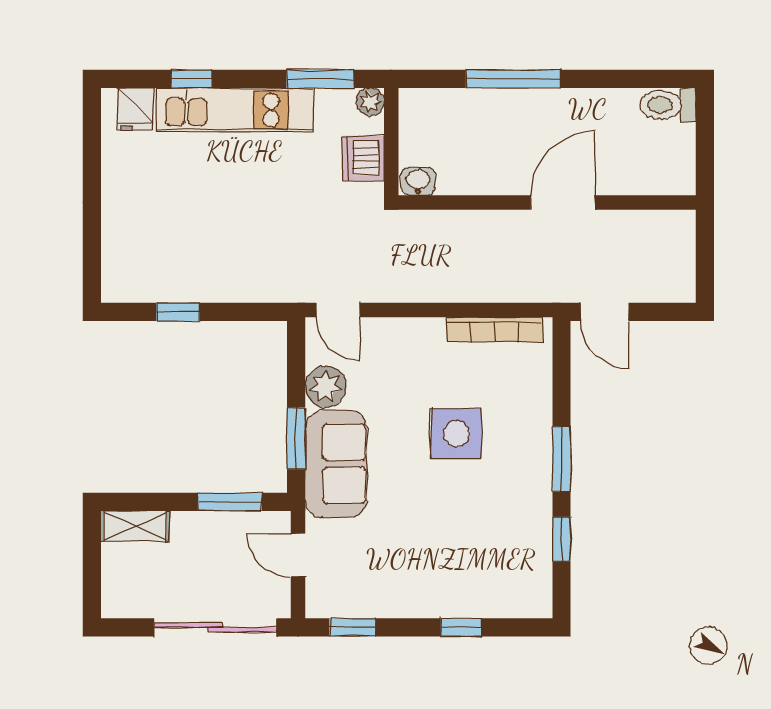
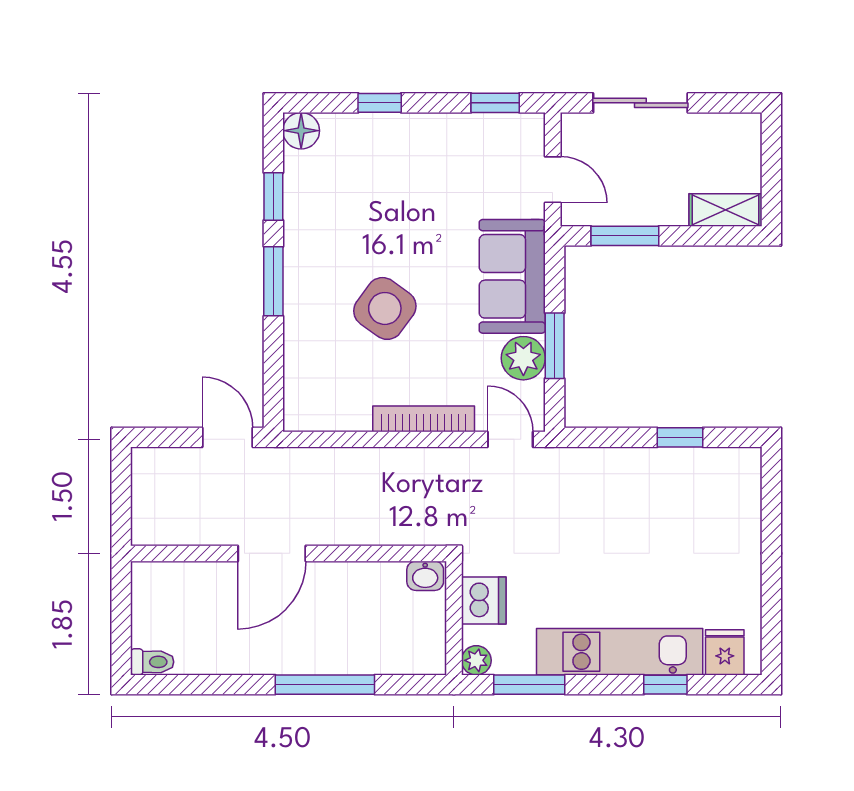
toilet: (668, 105) -> (152, 662), width x0.73, depth x0.72
bookcase: (495, 329) -> (424, 419), moved
side table: (456, 434) -> (385, 308), turned 36
window: (296, 438) -> (555, 346), moved
floor lamp: (535, 601) -> (301, 131), added
sliding door: (215, 627) -> (640, 103), width x0.73

